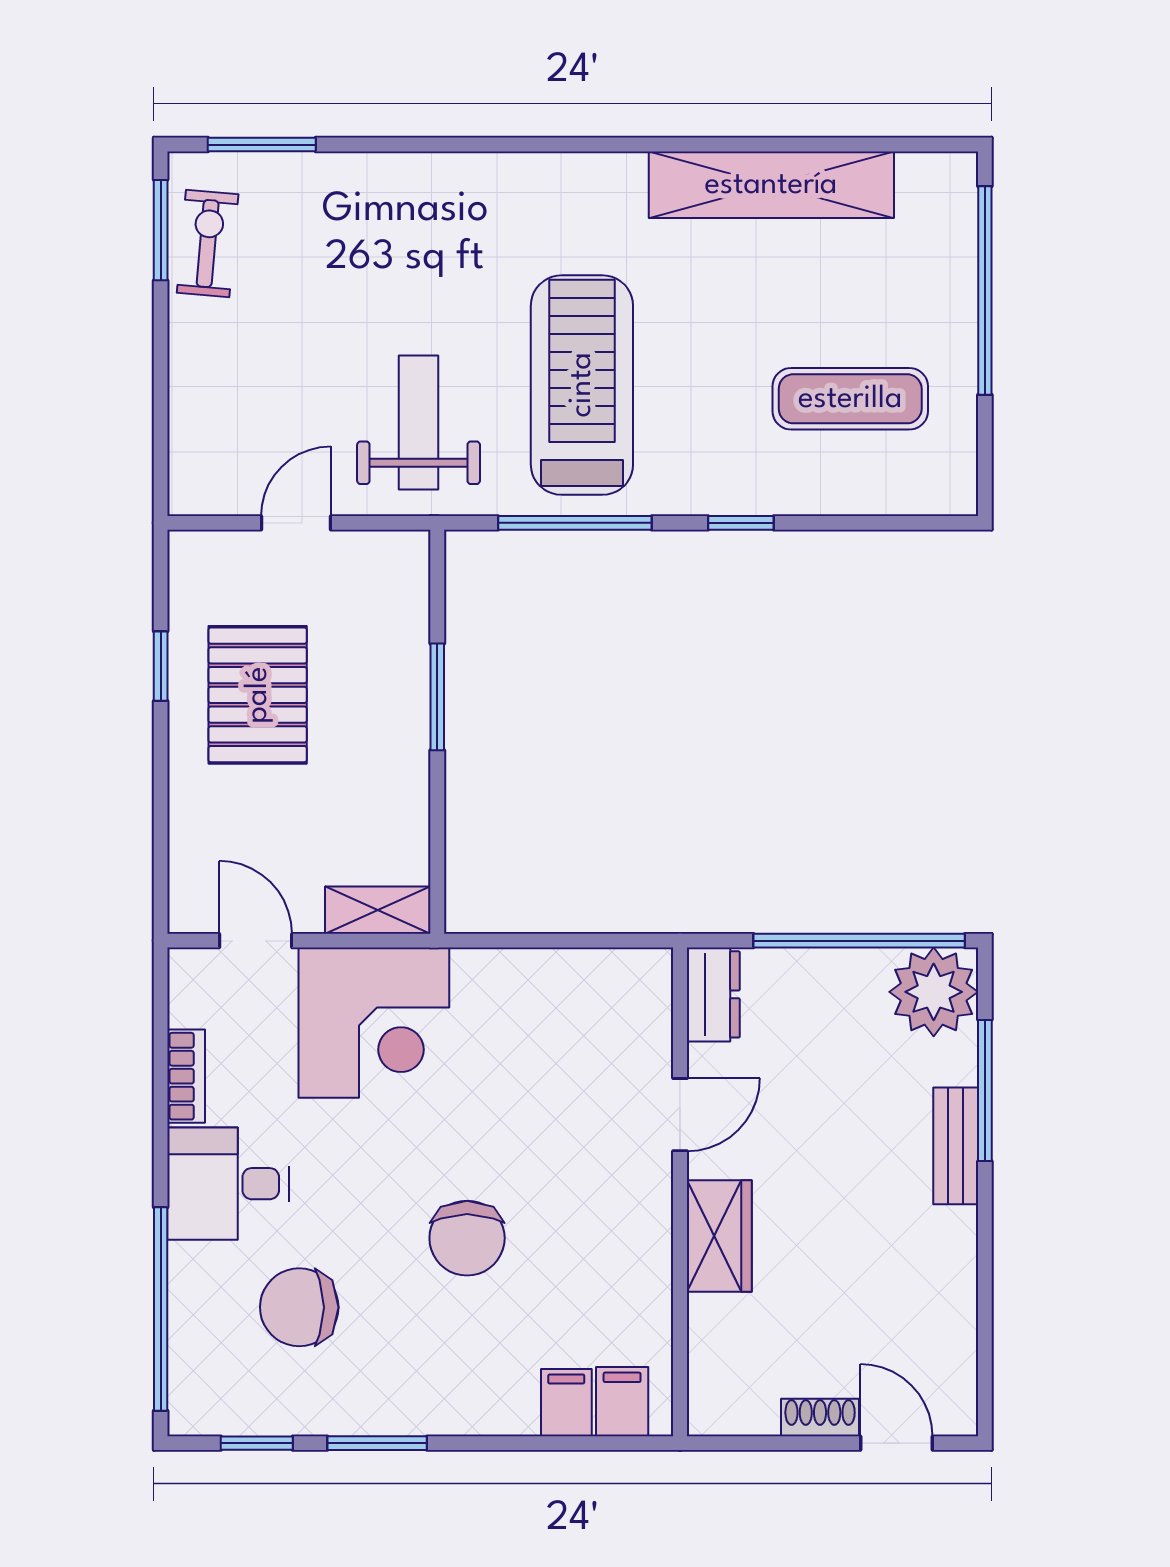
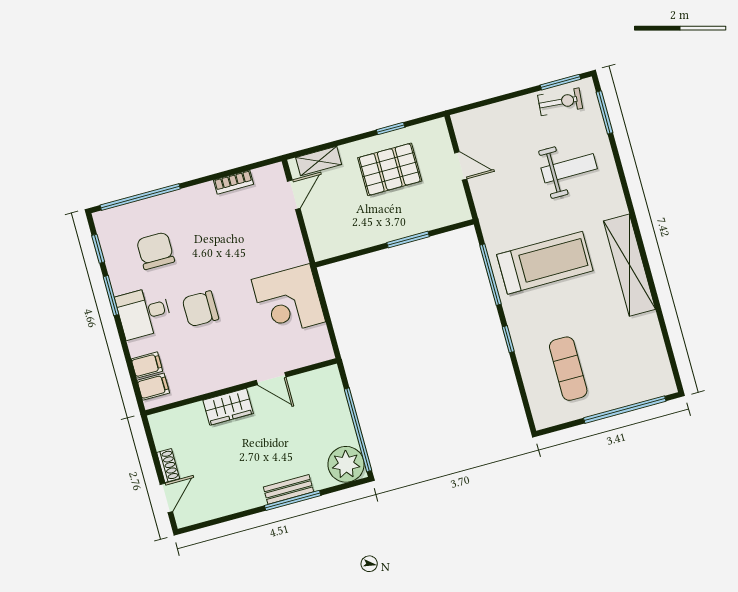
shelving: (771, 185) -> (629, 265), moved
weight bench: (419, 422) -> (569, 168), moved
shelving: (378, 910) -> (319, 161), moved, turned 90
dresser: (713, 994) -> (322, 379), removed
corner desk: (374, 1023) -> (288, 301), moved
window: (985, 1090) -> (293, 500), moved
desk: (228, 1184) -> (144, 313), moved, turned -90

